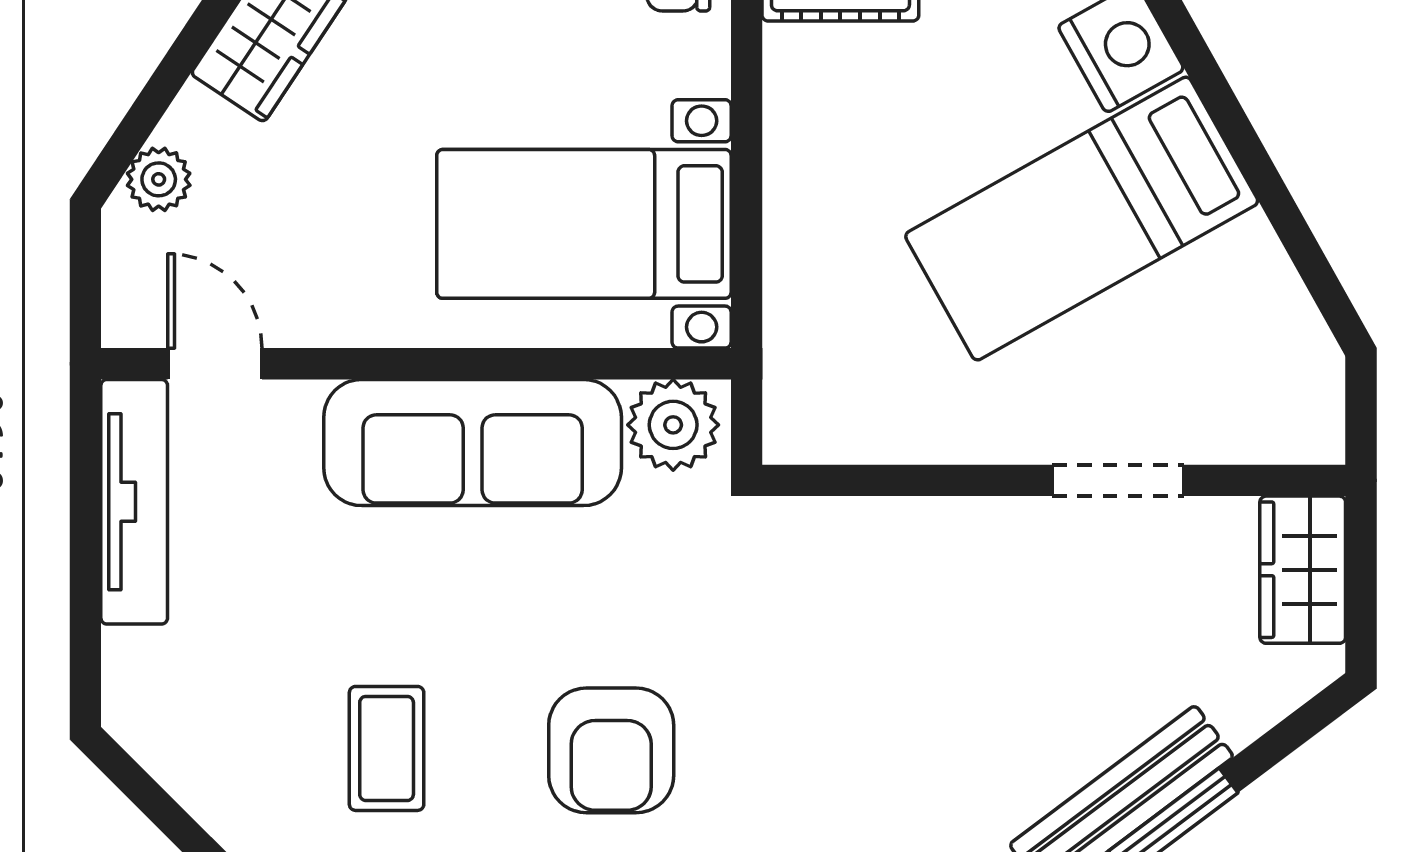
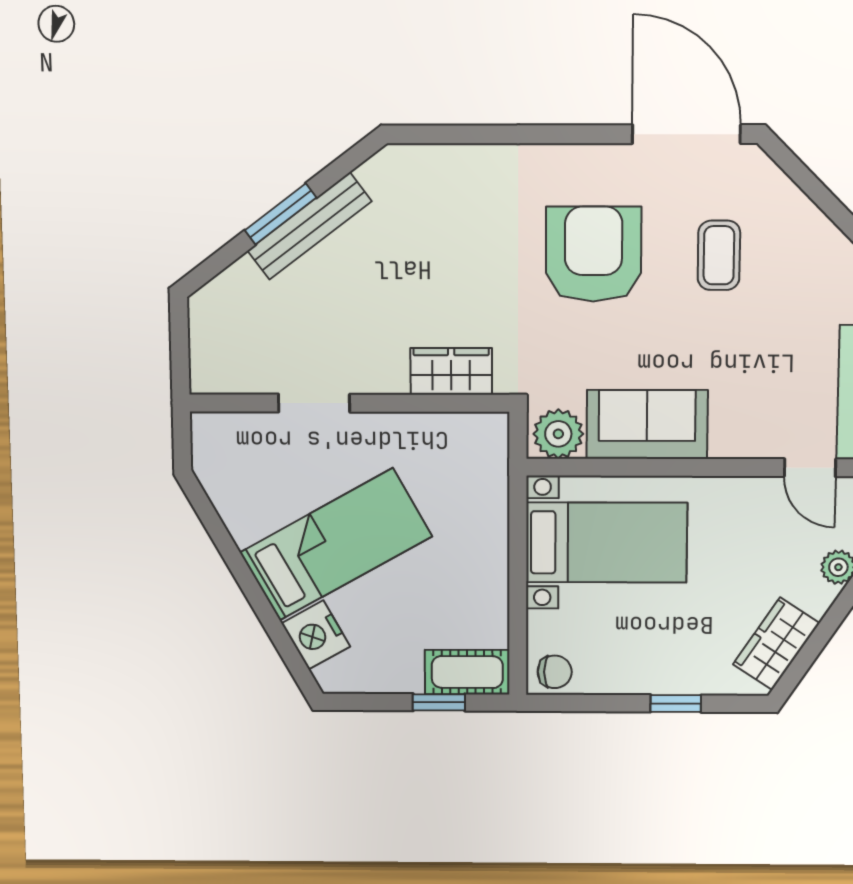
sofa: (473, 443) -> (647, 424), width x0.73
wardrobe: (1303, 570) -> (451, 371), moved, turned -90
armchair: (611, 750) -> (594, 254), width x1.36, depth x1.36

